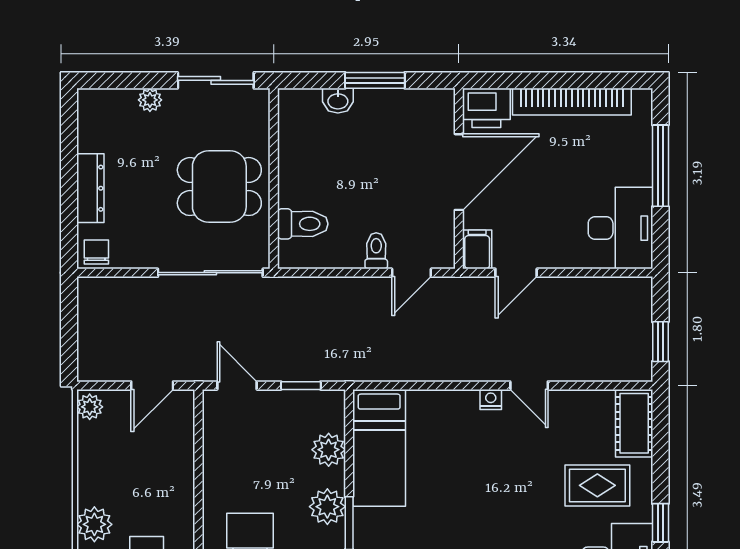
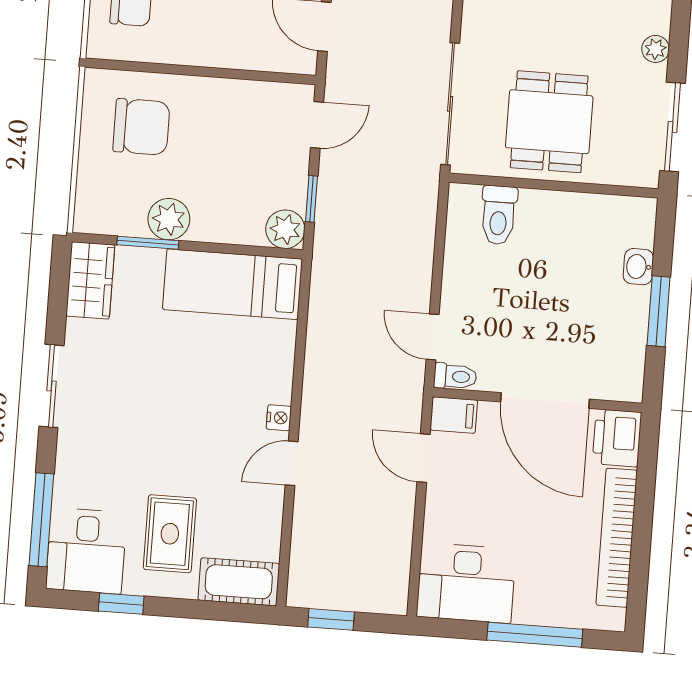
toilet: (376, 251) -> (455, 376), moved
plant: (329, 450) -> (285, 229), moved

